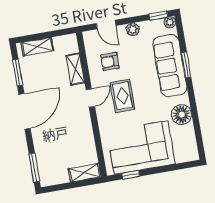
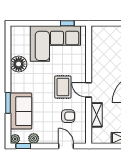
plant: (133, 29) -> (34, 138), moved
sofa: (170, 66) -> (21, 111), width x0.73
door: (90, 98) -> (89, 90), hinge flipped
shelving: (85, 173) -> (103, 31), removed

